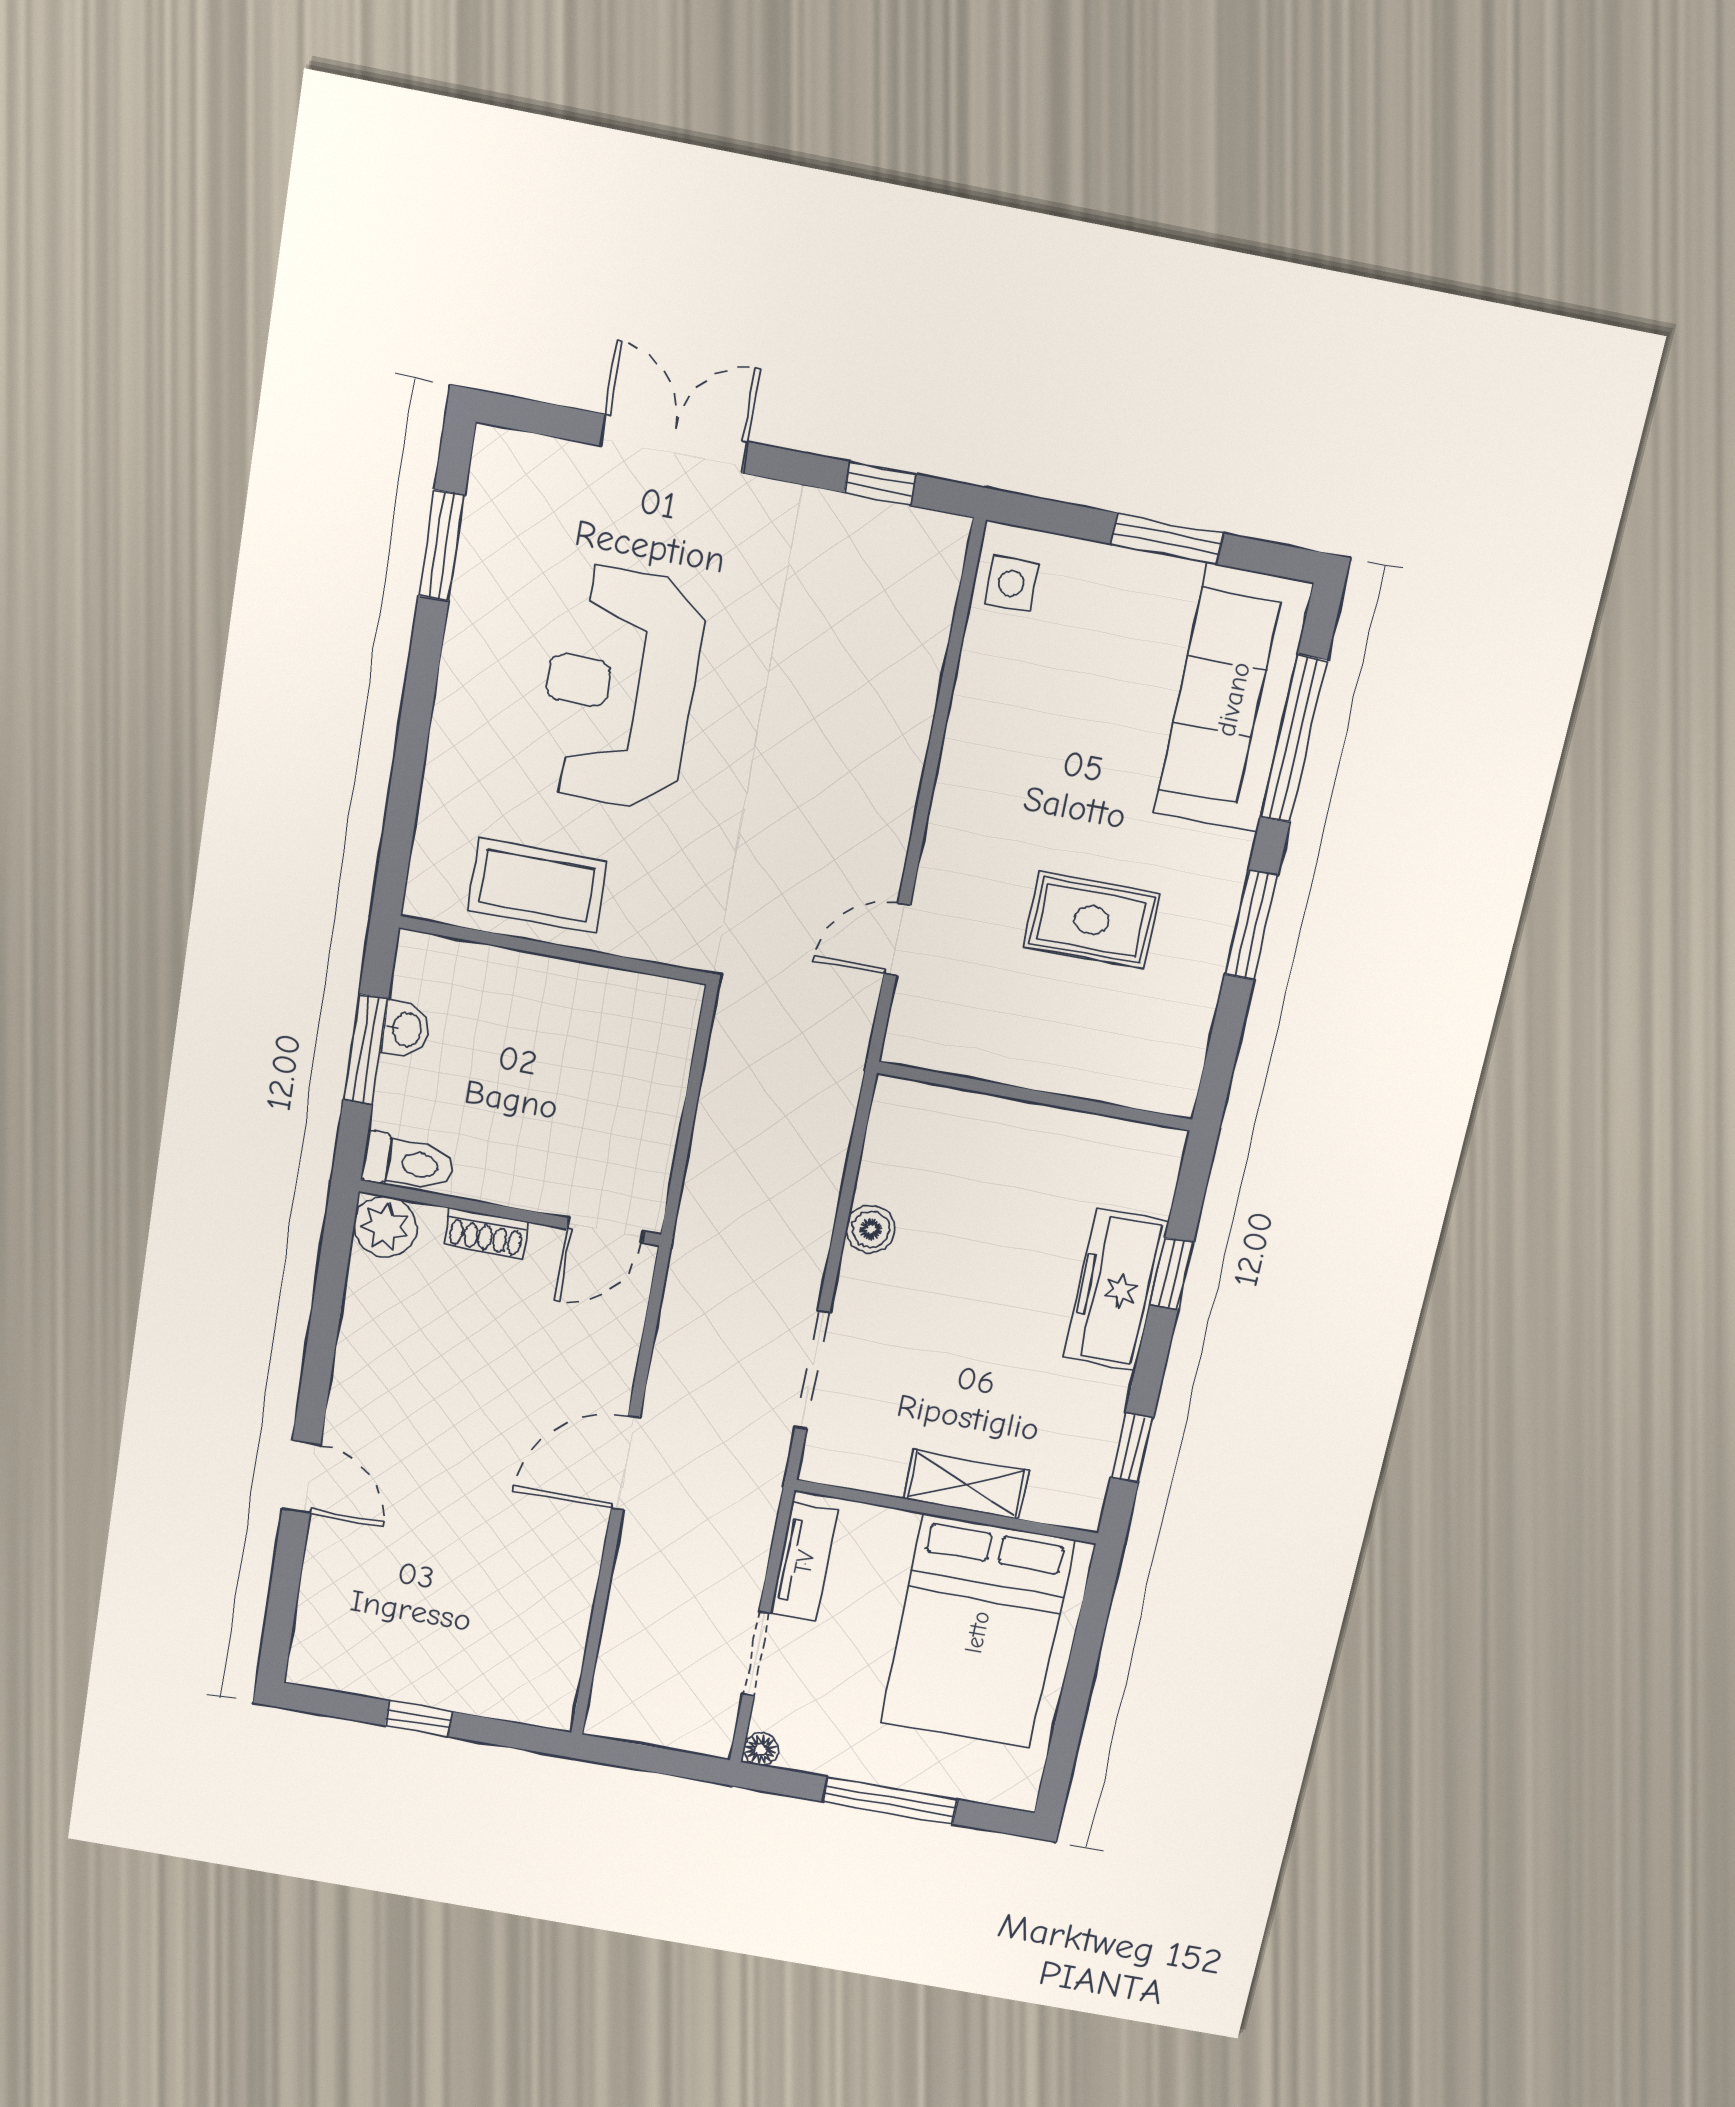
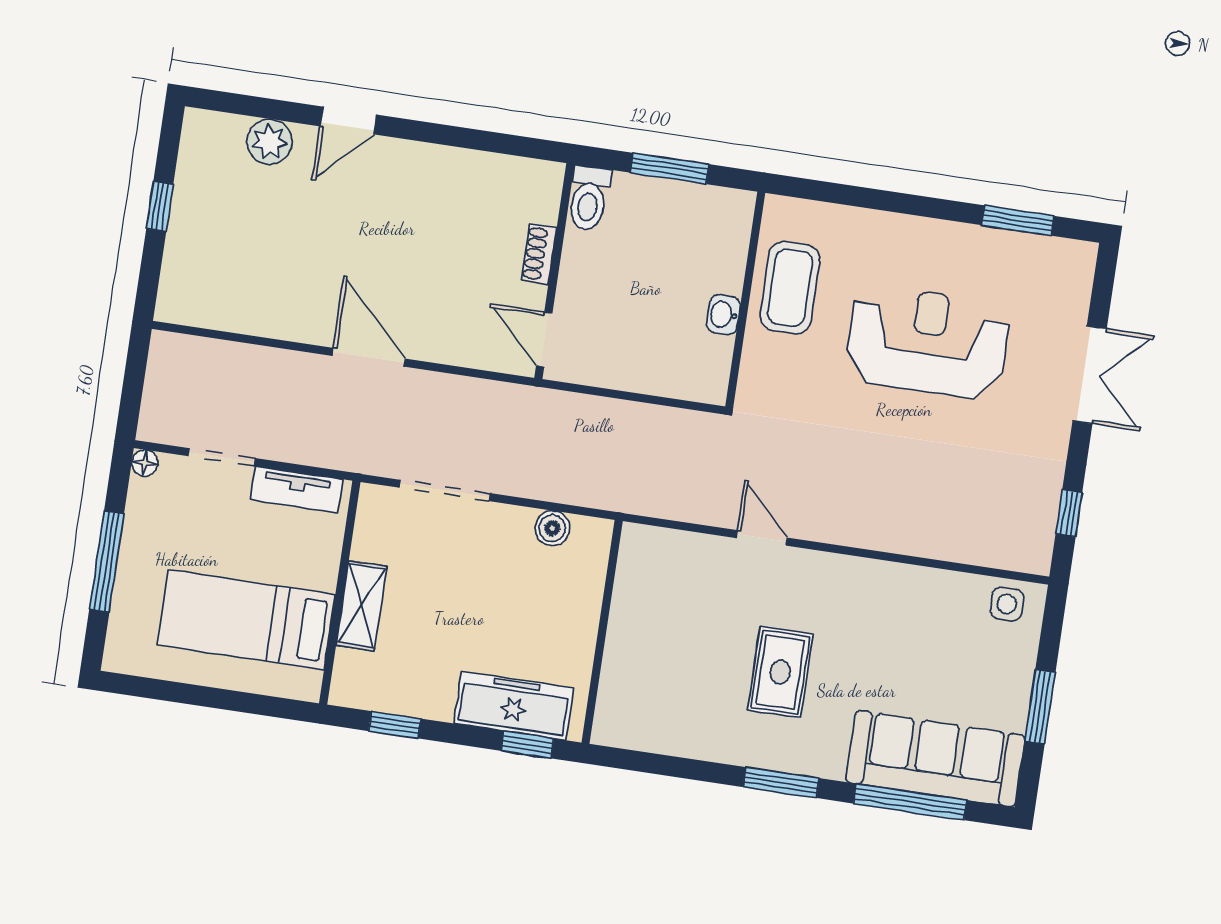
washbasin: (406, 1030) -> (723, 315), moved, turned 90
wall: (1035, 1096) -> (602, 632), moved
plant: (385, 1227) -> (270, 142), moved
bed: (977, 1632) -> (246, 620), width x0.67

